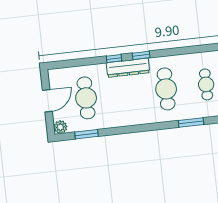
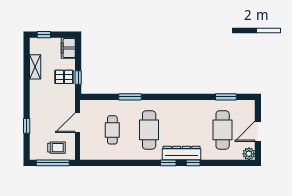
plant: (60, 127) -> (249, 154), moved

